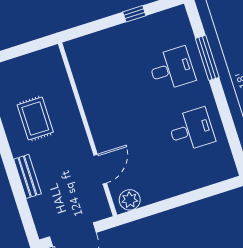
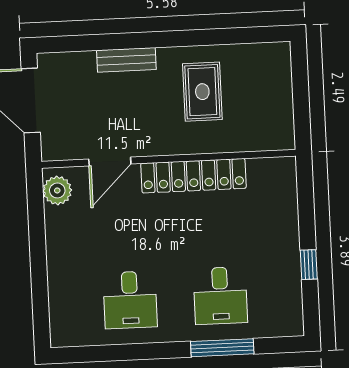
locker: (95, 109) -> (193, 176), added
rug: (35, 119) -> (202, 92), turned 90
door: (100, 169) -> (110, 162), hinge flipped

